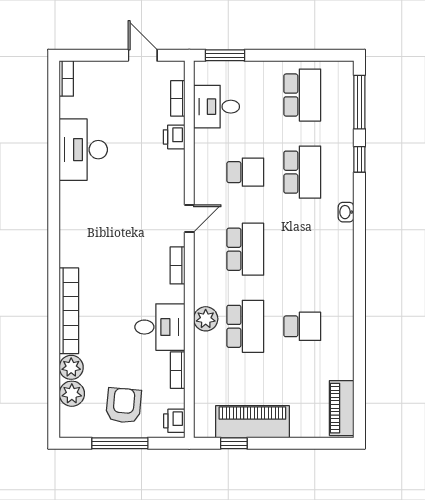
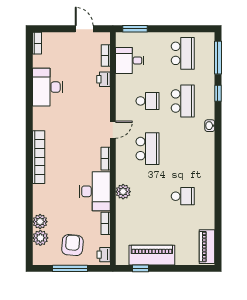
bookcase: (69, 311) -> (39, 157), moved
school desk: (245, 326) -> (148, 196), removed
desk: (160, 327) -> (95, 191), width x1.37

